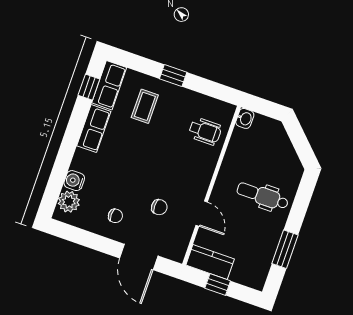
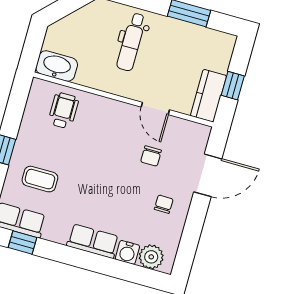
washbasin: (245, 118) -> (57, 66), width x1.91, depth x1.45
row of seats: (94, 129) -> (93, 241), moved
chair: (159, 207) -> (151, 156), turned 180
door: (202, 214) -> (155, 108), swing flipped

